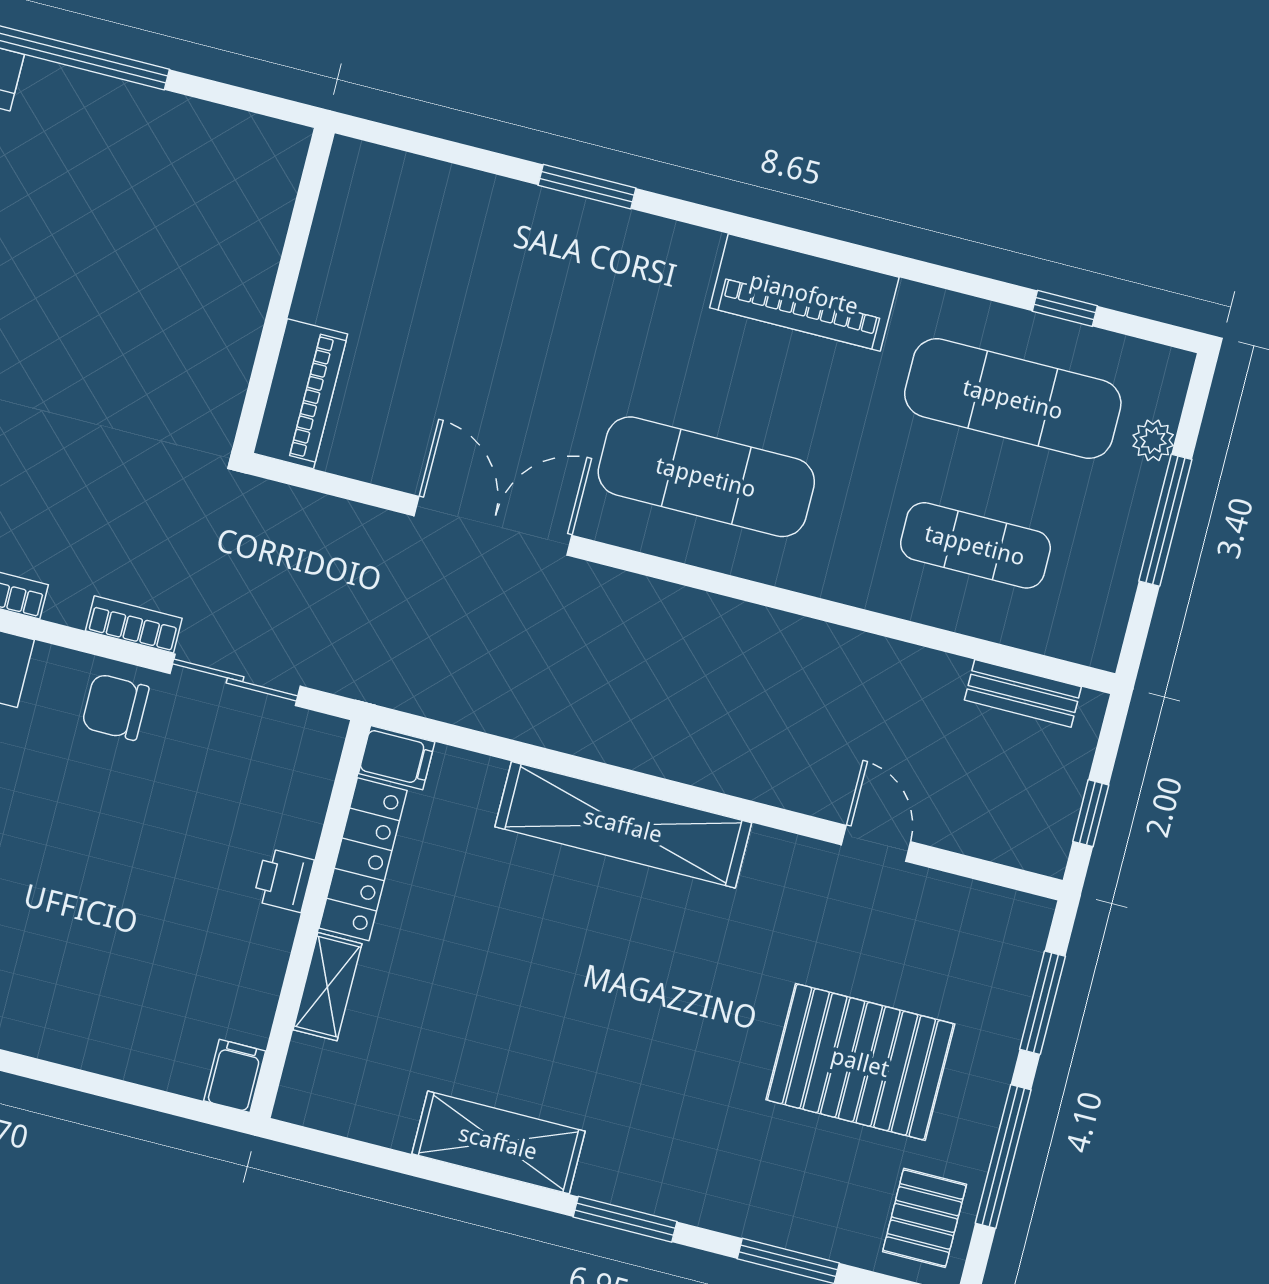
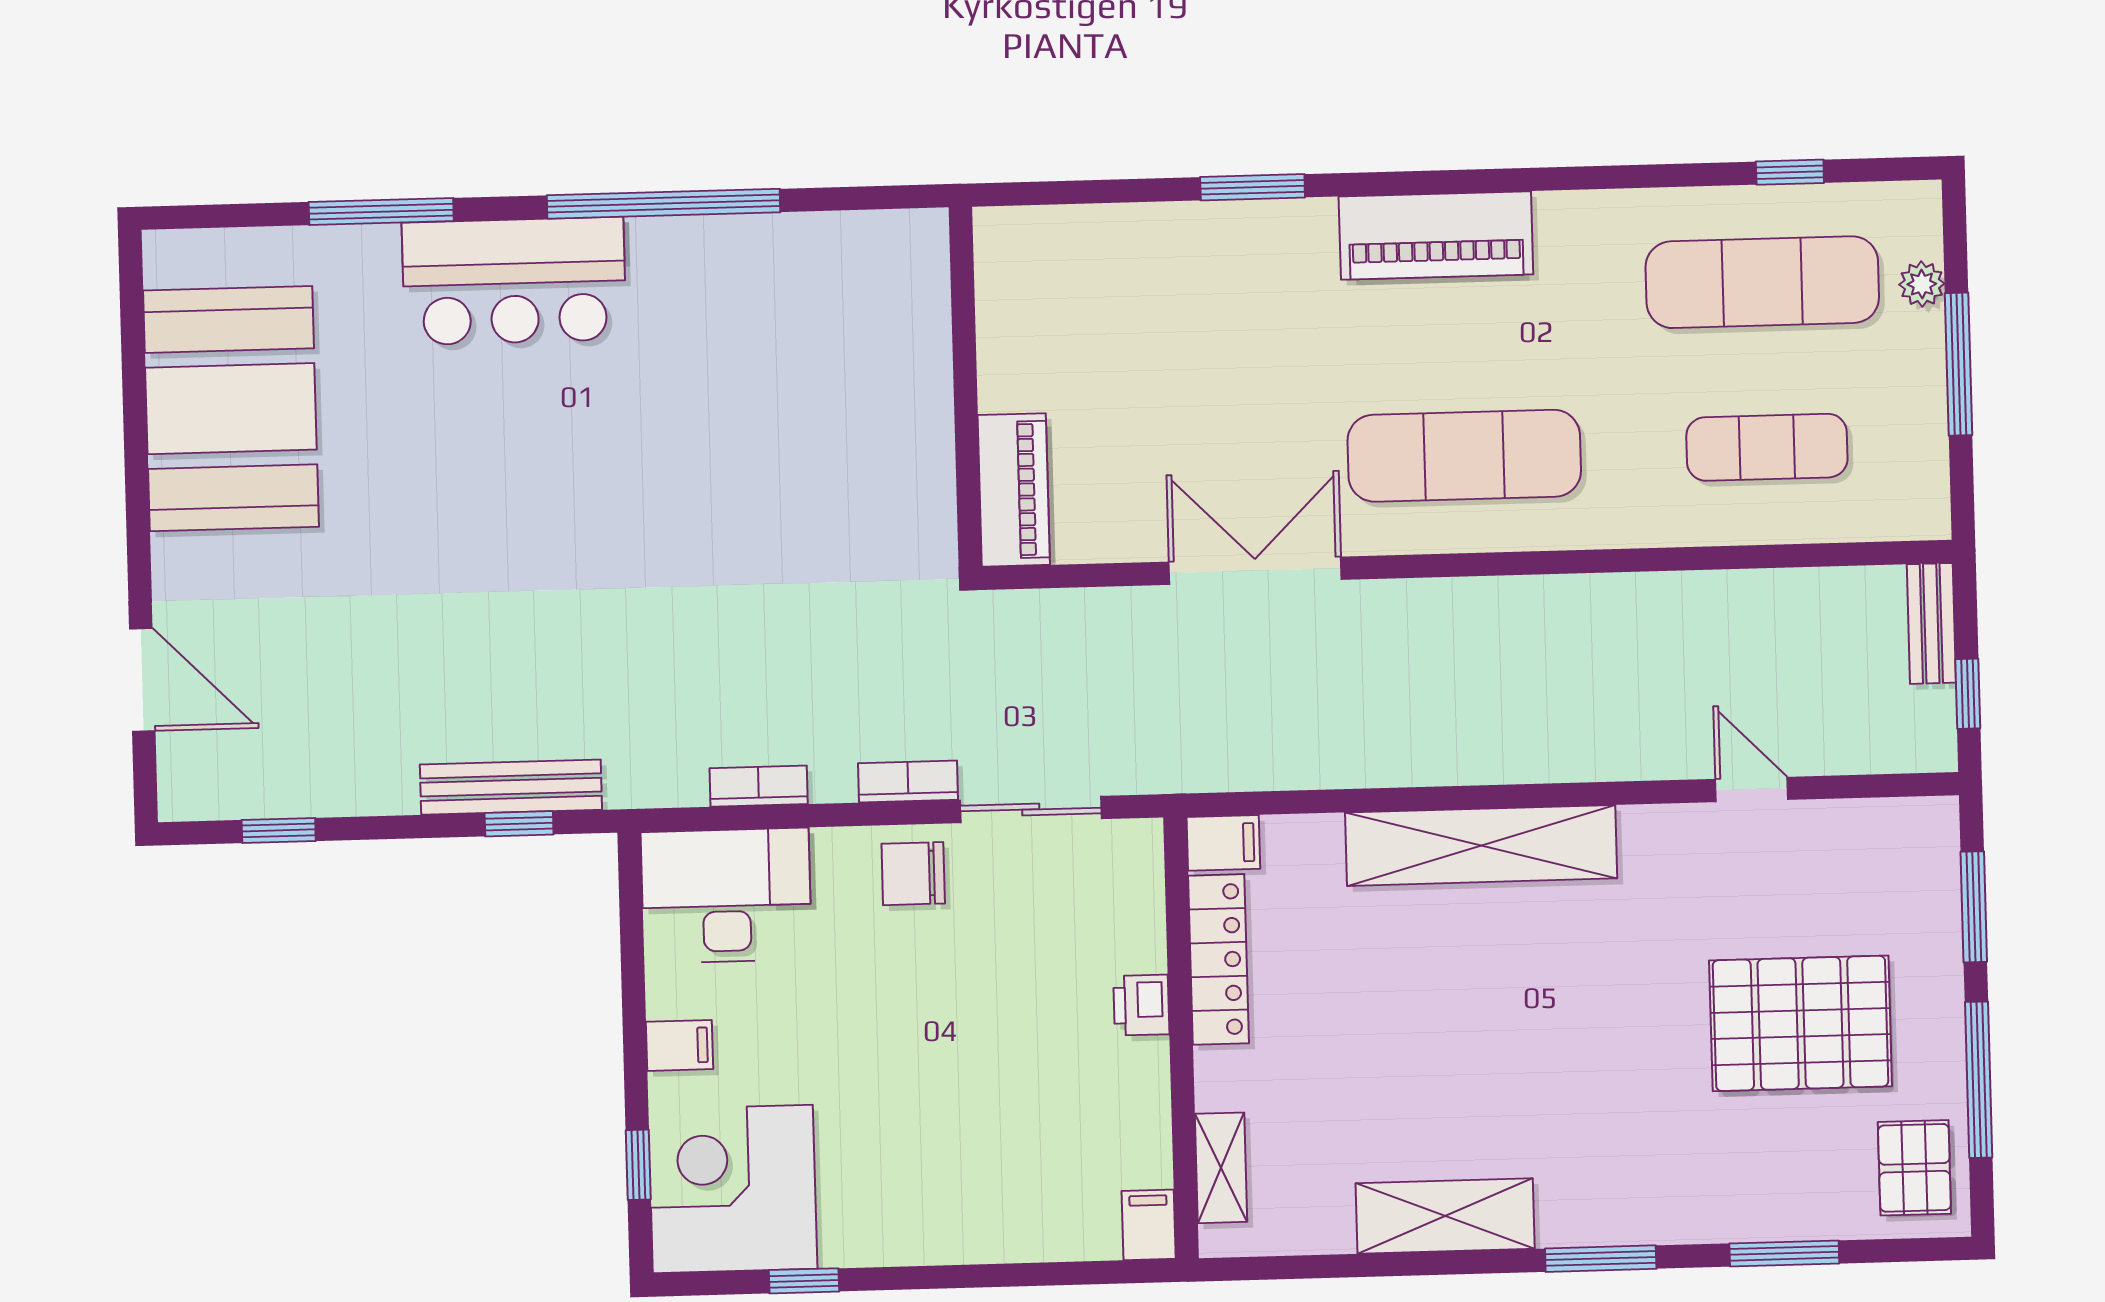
piano: (804, 293) -> (1436, 235), moved
bench: (1023, 693) -> (1931, 623), moved, turned 90
shelving: (327, 987) -> (1221, 1168), moved

